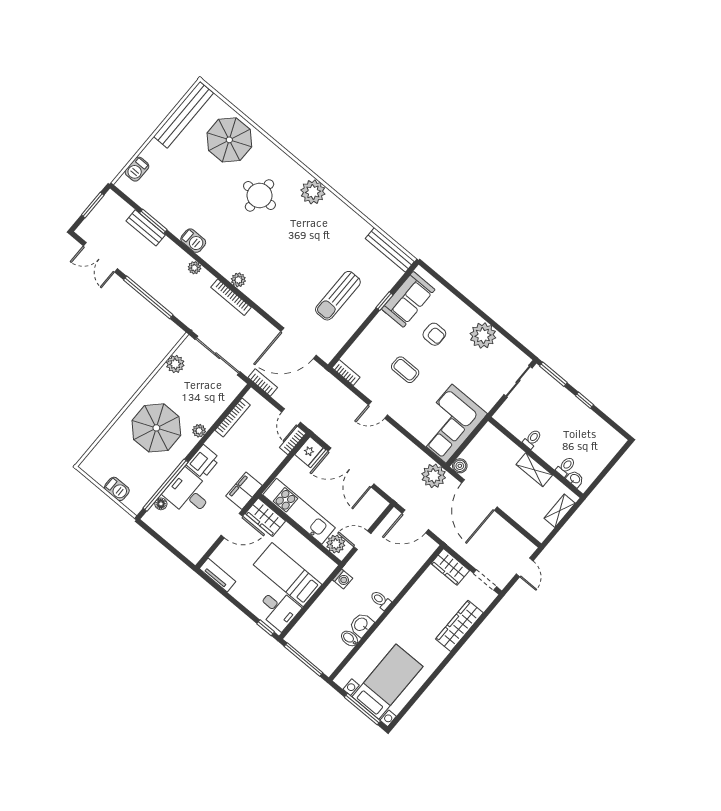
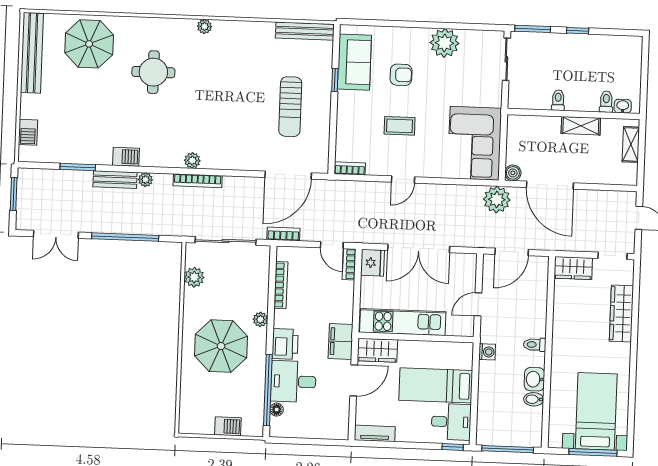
plant: (313, 192) -> (204, 26), width x0.53, depth x0.53
bench: (146, 228) -> (115, 180), moved
plant: (336, 544) -> (457, 326), removed

